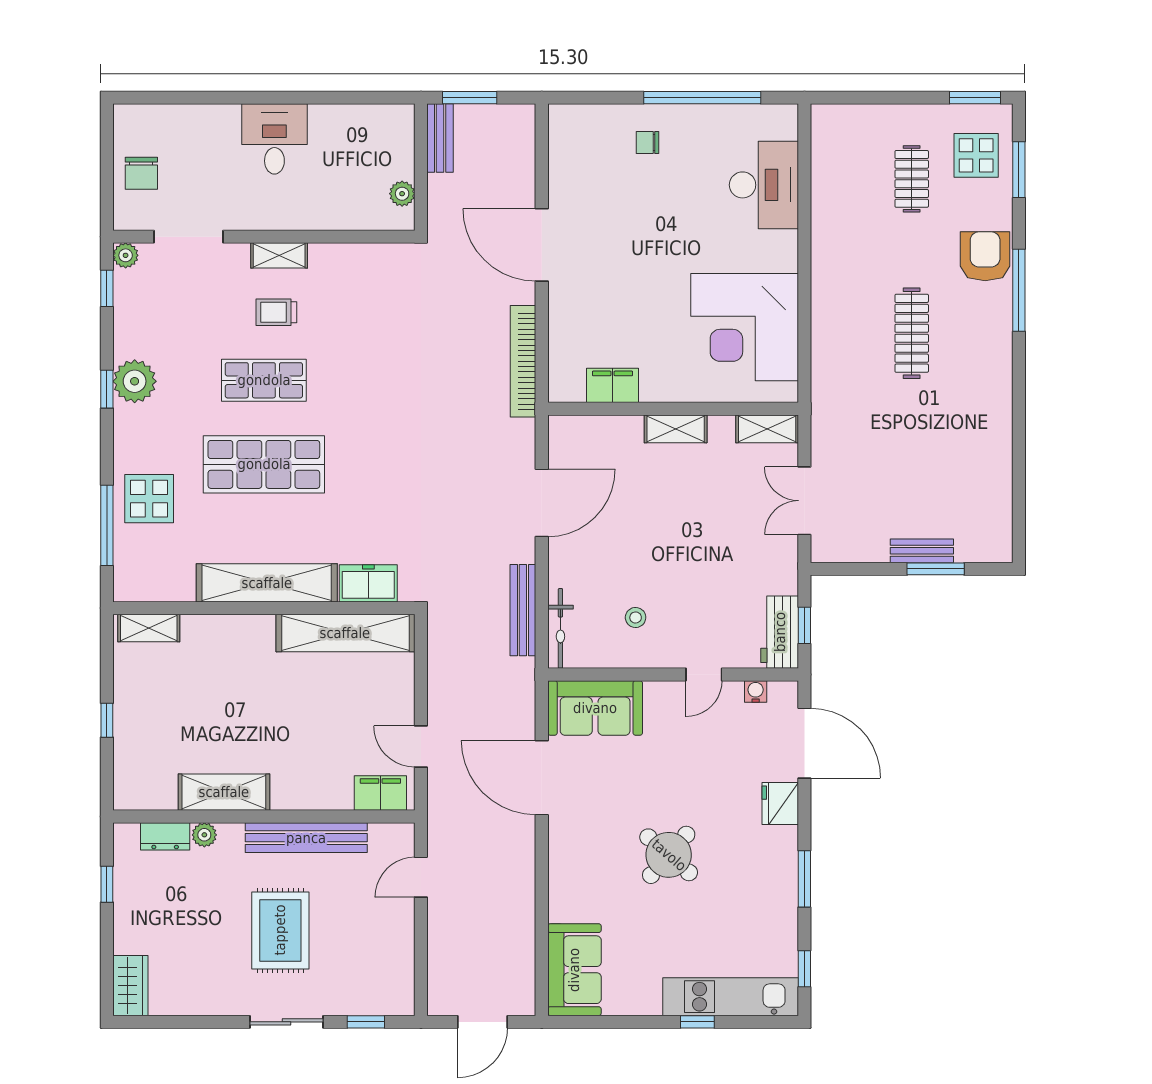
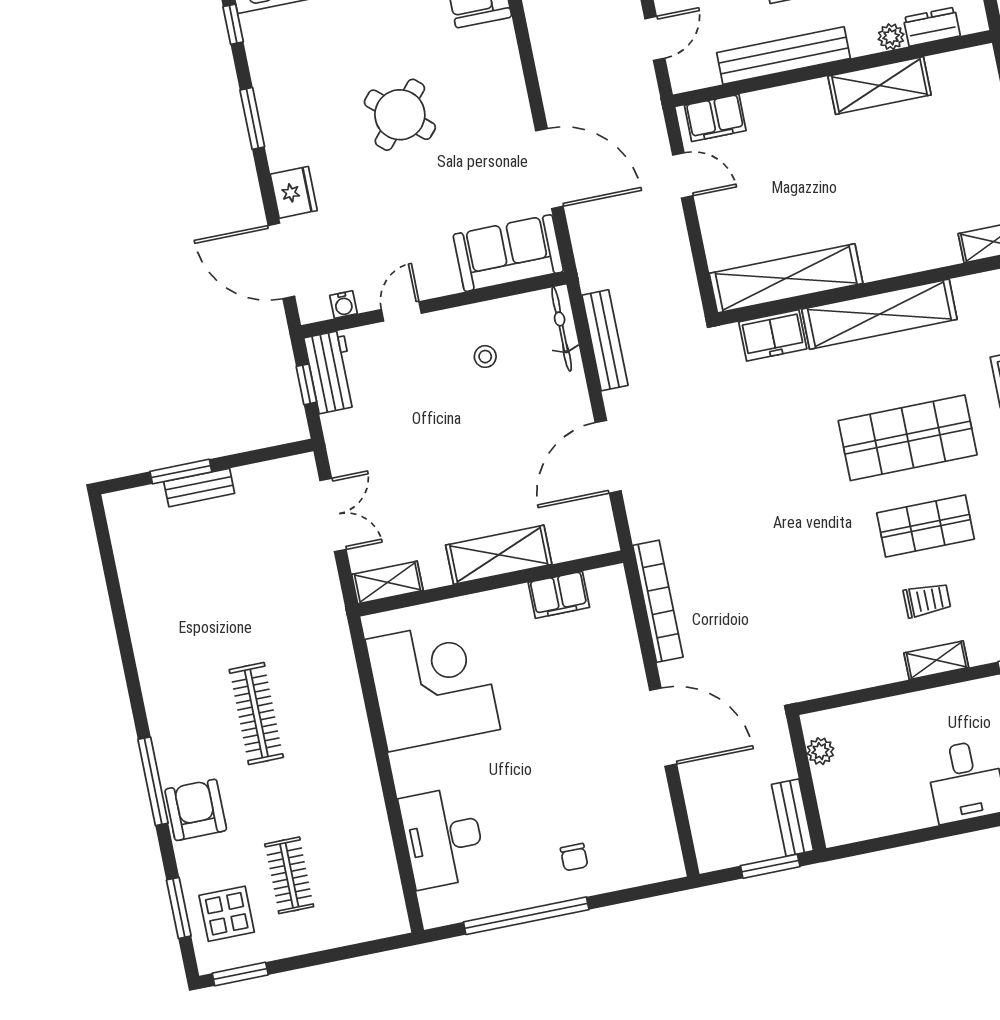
chair: (647, 143) -> (574, 857), turned 90
armchair: (985, 256) -> (196, 810), turned 180
shelving: (676, 429) -> (499, 555), width x1.50, depth x1.33

